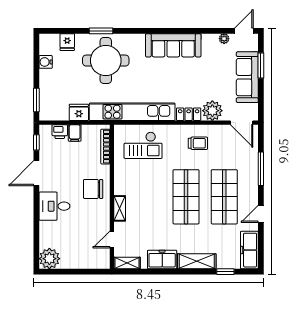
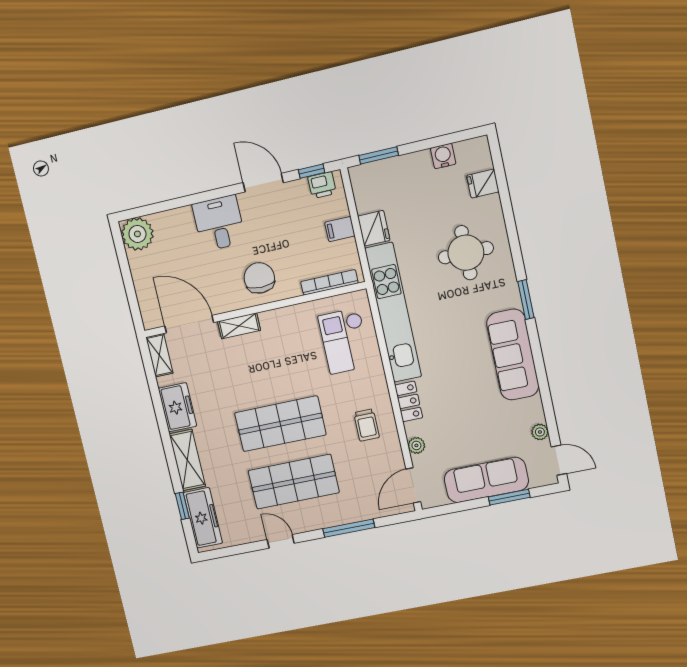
window: (101, 31) -> (526, 300), moved
round table: (106, 61) -> (466, 253), width x0.73, depth x0.73
plant: (212, 111) -> (416, 445), width x0.53, depth x0.53
printer: (60, 132) -> (322, 185), moved, turned -90
door: (112, 239) -> (189, 324), width x1.88
freezer: (249, 250) -> (203, 518), moved, turned 90

